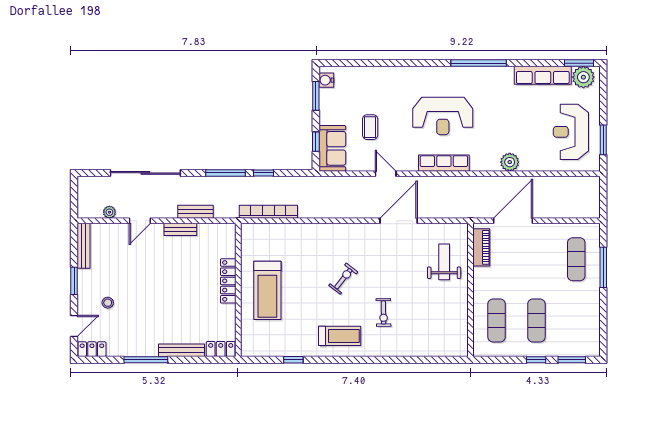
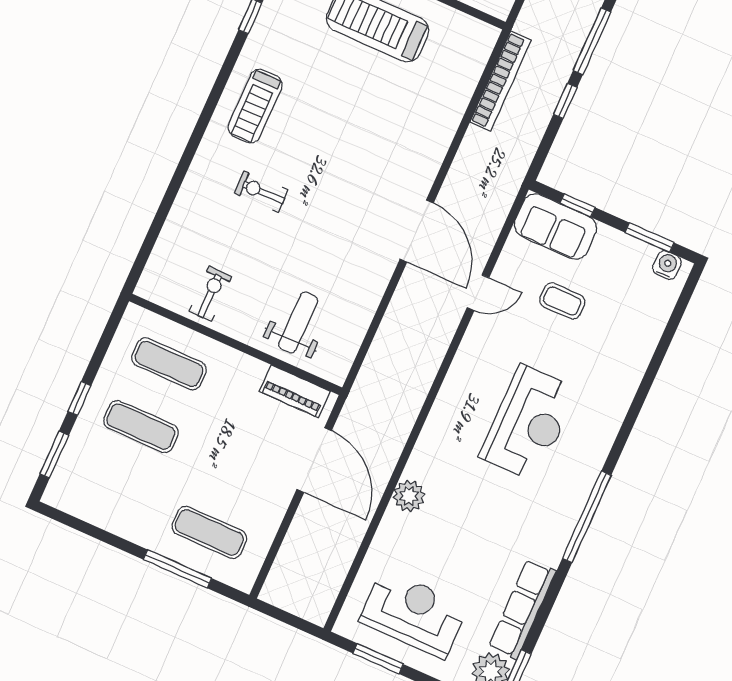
reception desk: (443, 116) -> (528, 423), turned 180
row of seats: (444, 163) -> (454, 392), removed
door: (399, 221) -> (417, 231), moved
weight bench: (444, 262) -> (298, 322), turned -90
exercise bike: (343, 279) -> (210, 294), moved, turned -128

